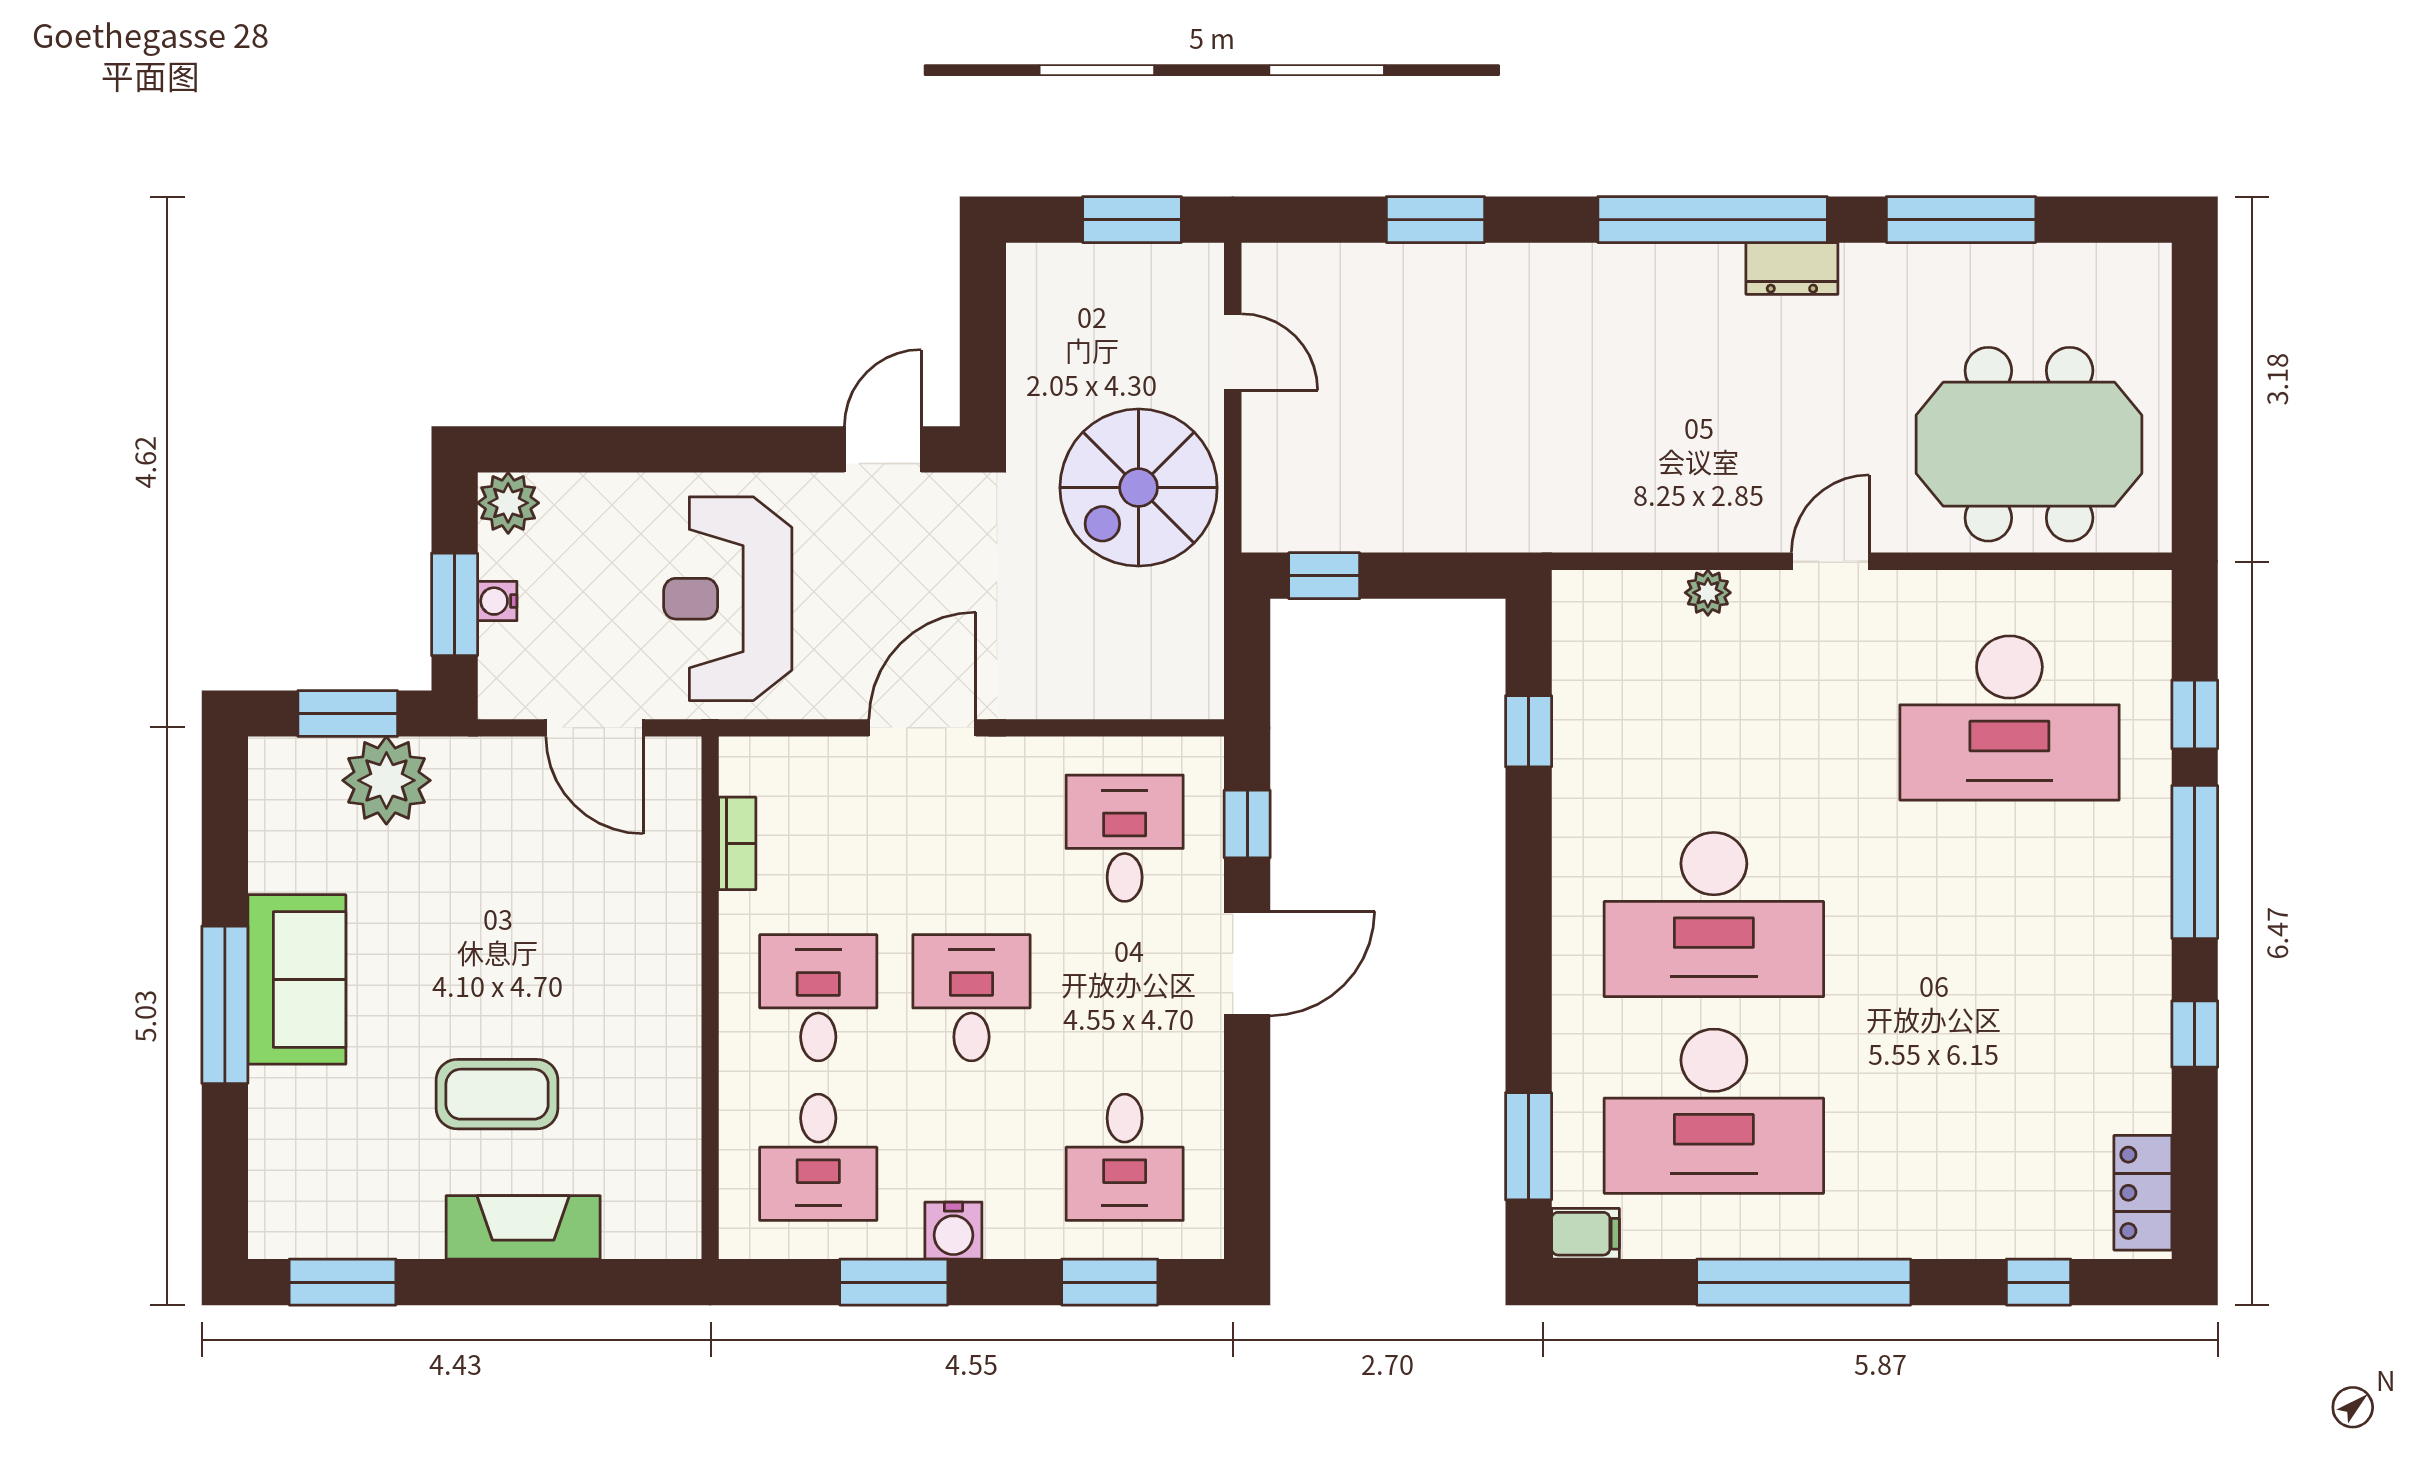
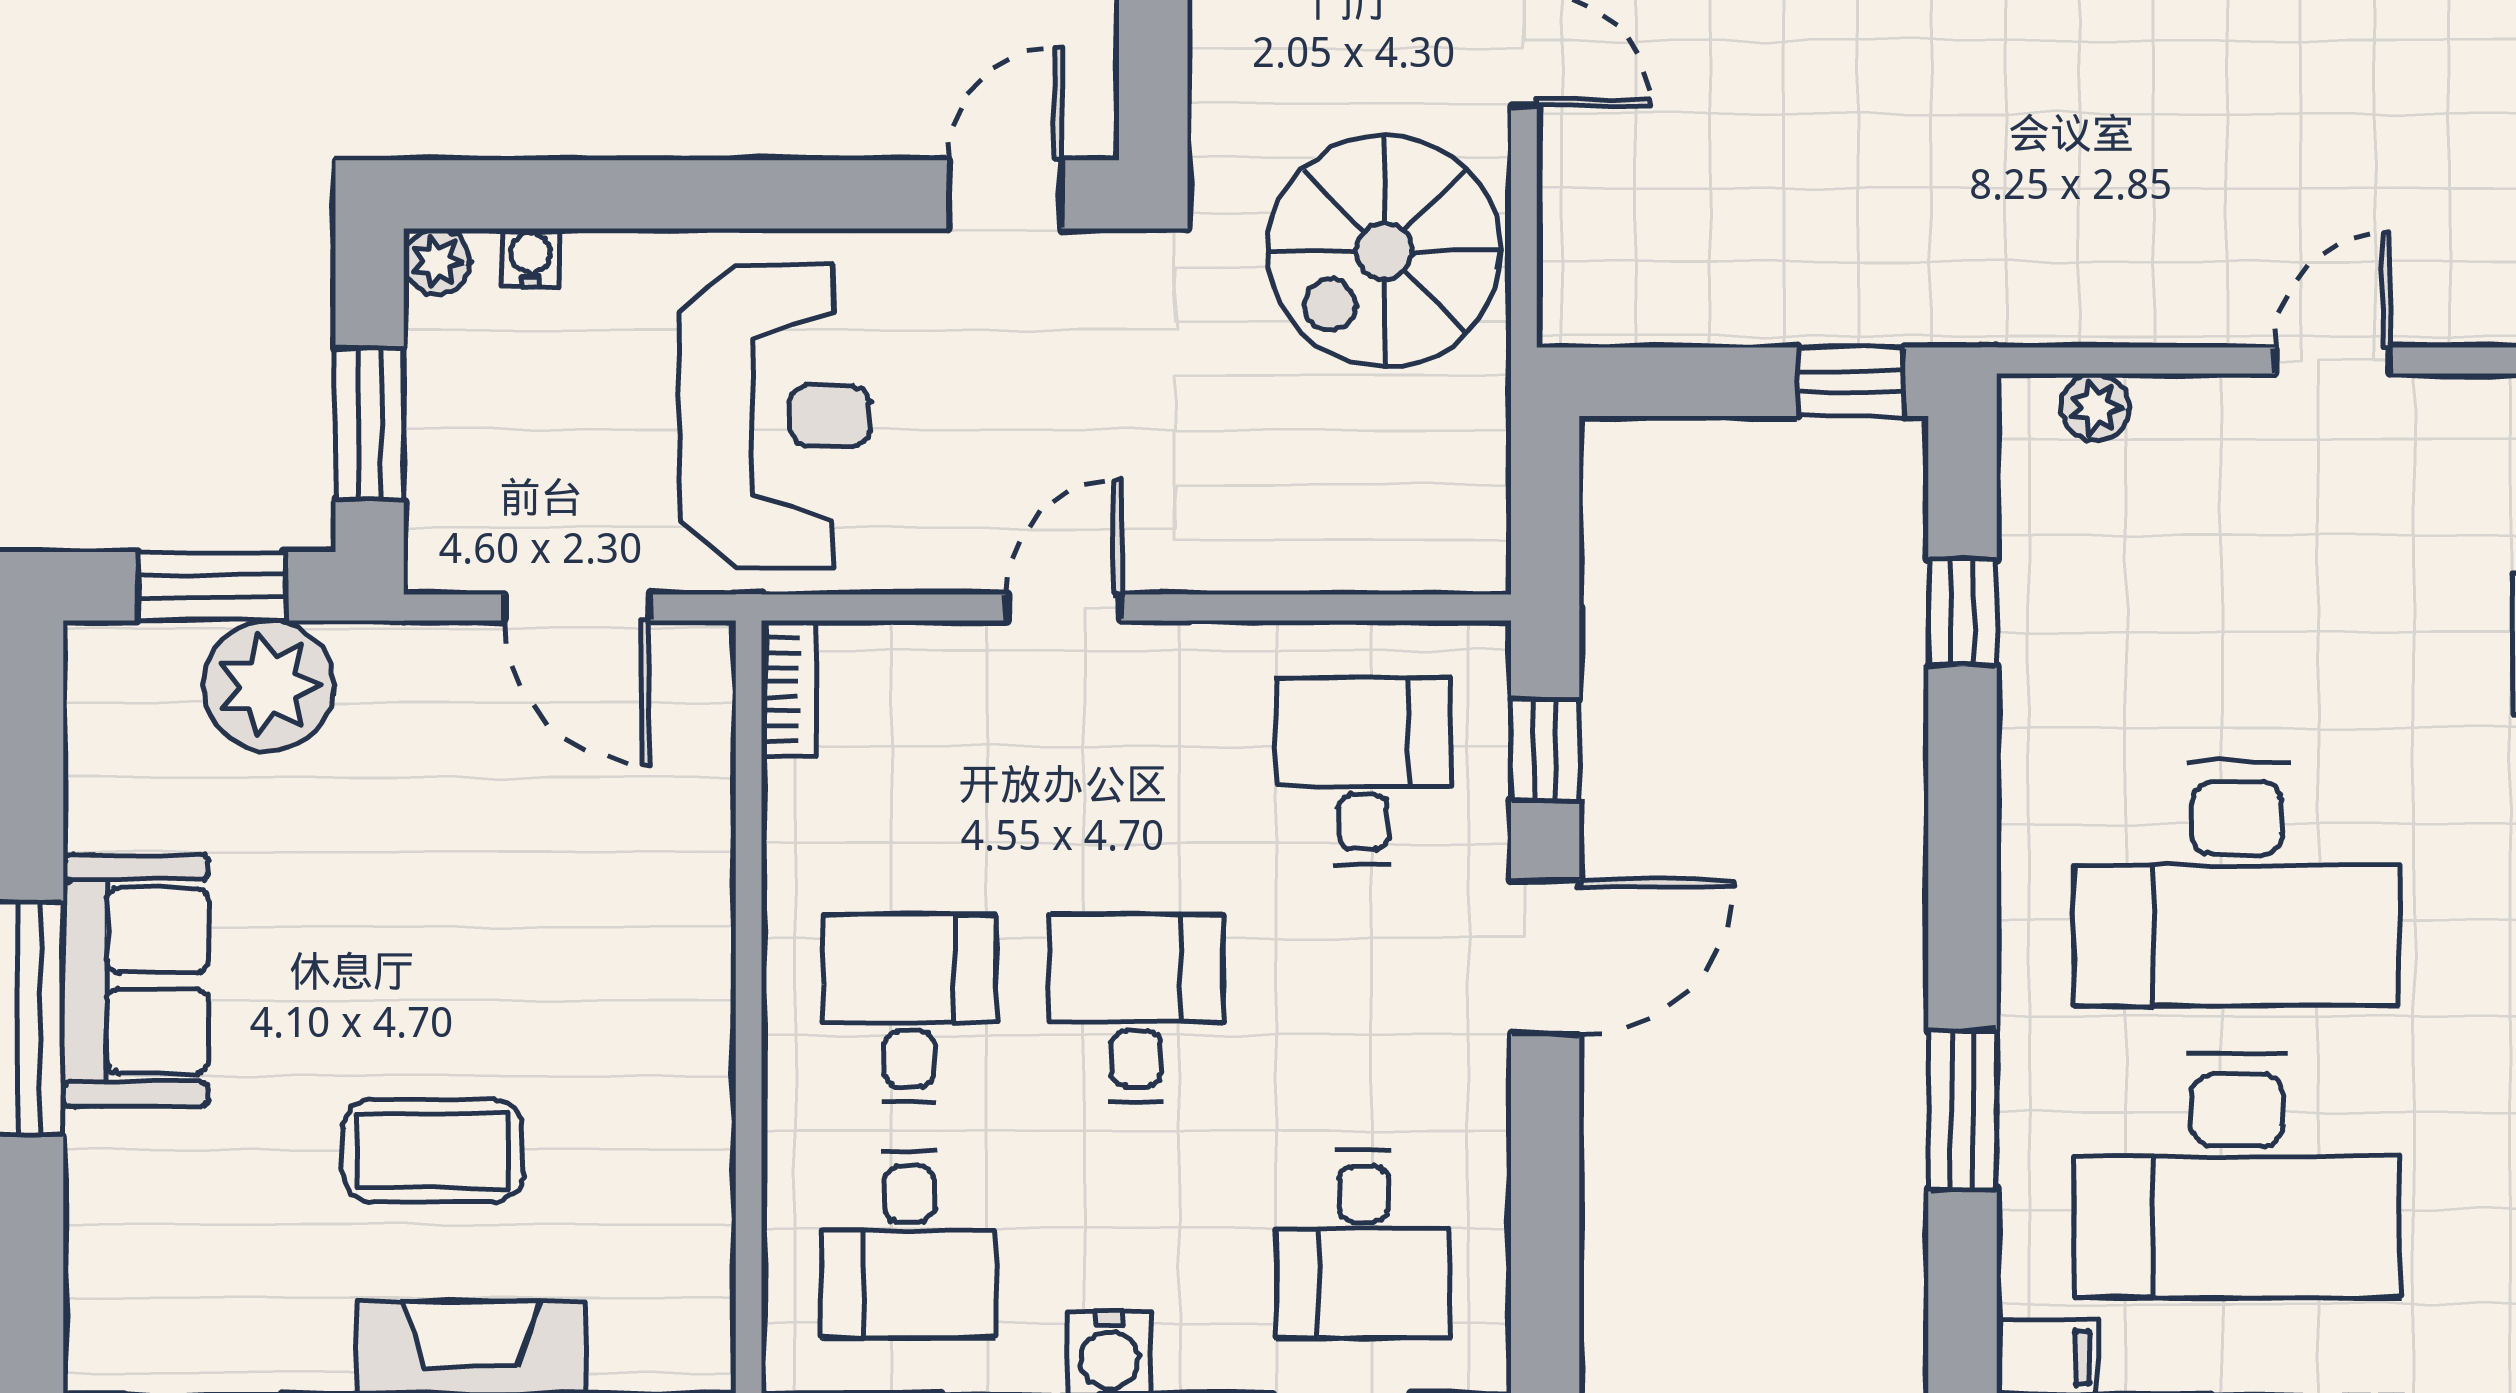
plant: (508, 503) -> (437, 261), width x0.73, depth x0.73
door: (1830, 561) -> (2333, 360), moved
window: (1324, 576) -> (1851, 382), moved
plant: (1708, 593) -> (2095, 407), moved
reception desk: (728, 599) -> (775, 416), turned 180
water cooler: (497, 601) -> (531, 258), moved, turned 90
door: (922, 728) -> (1064, 607), width x0.73
bookcase: (737, 843) -> (789, 689), moved
window: (1529, 1146) -> (1962, 1110), moved

